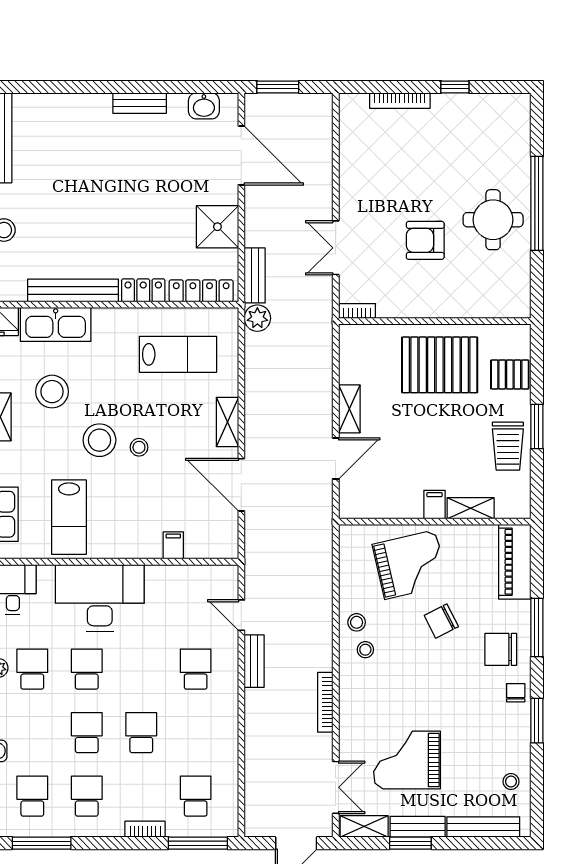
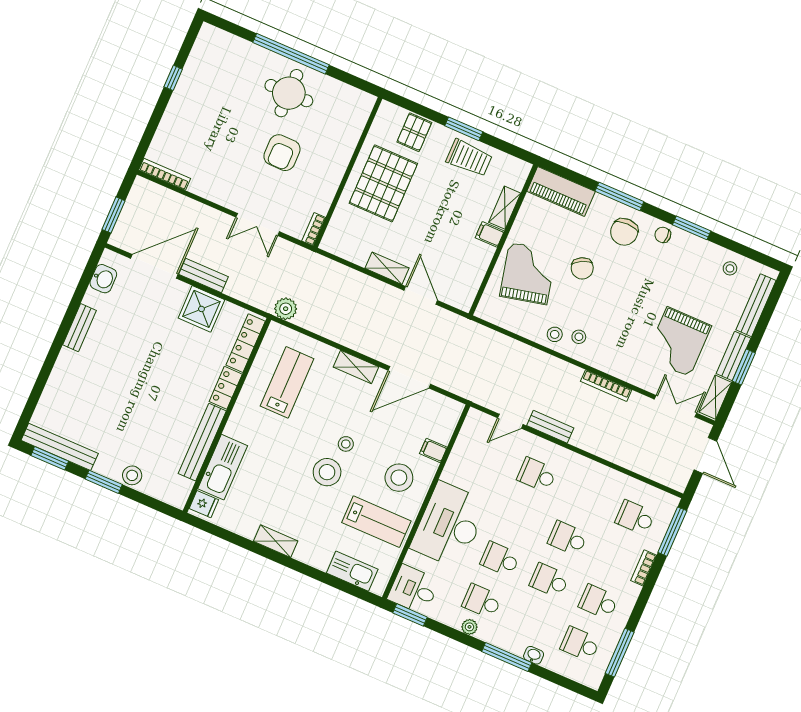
bookcase: (400, 101) -> (165, 174), moved, turned -90
bench: (255, 275) -> (204, 276), moved
stool: (52, 392) -> (399, 478), moved

